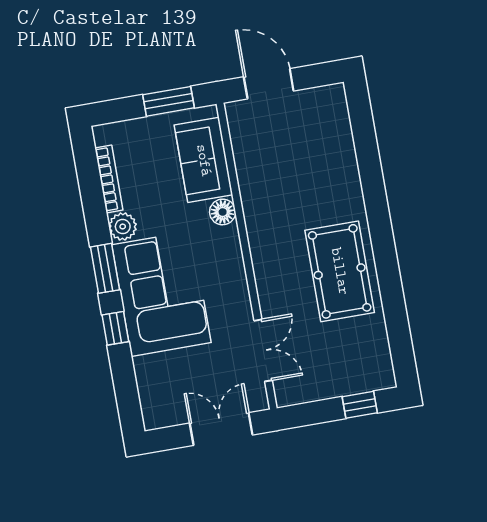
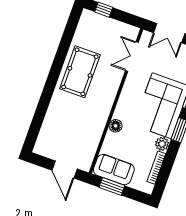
sofa: (204, 160) -> (114, 170), moved, turned -90

